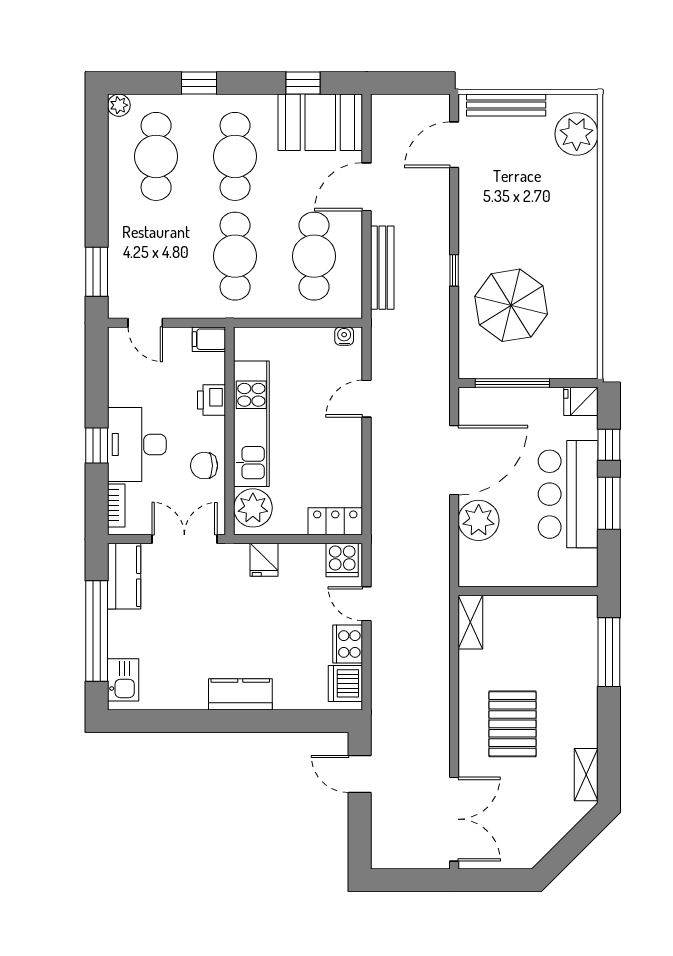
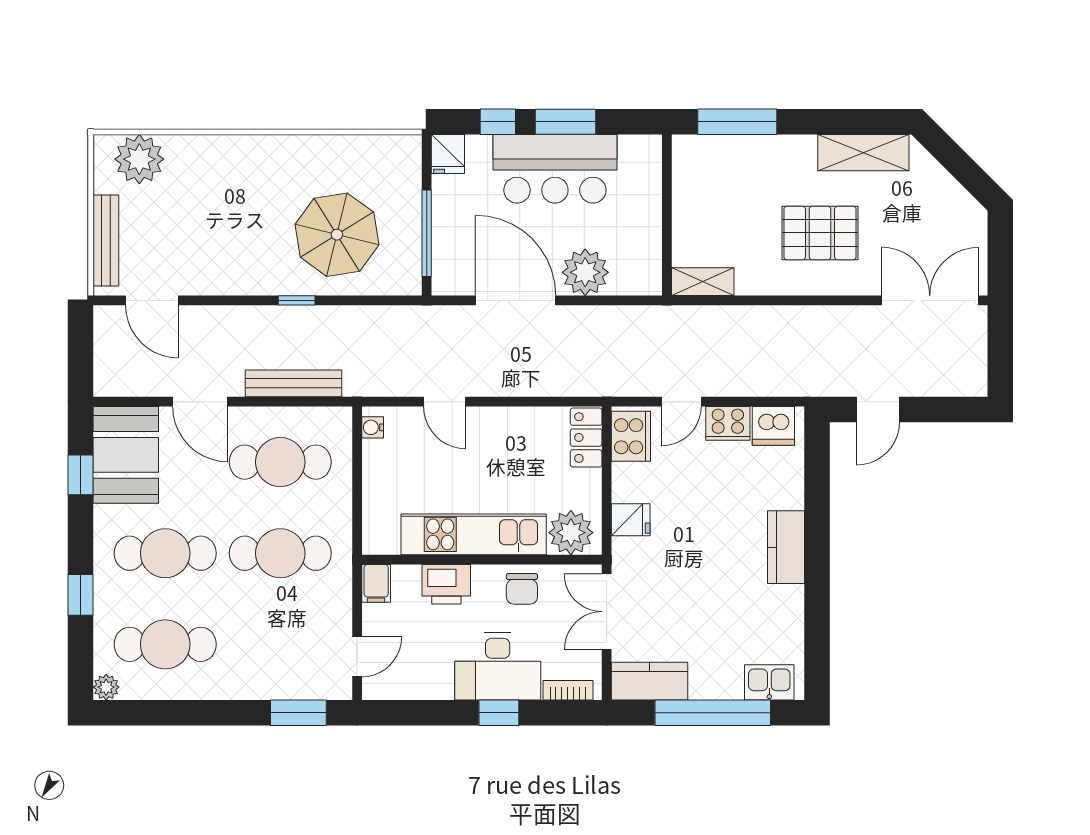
printer: (211, 400) -> (446, 584), width x1.36, depth x1.24
cooker: (342, 560) -> (631, 436), width x1.36
shelving: (586, 775) -> (863, 153), width x1.50, depth x1.33

